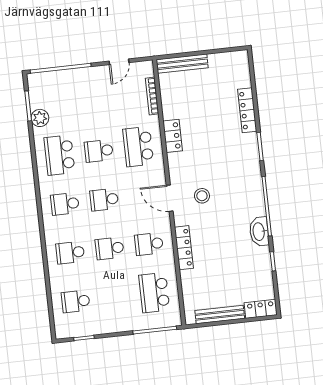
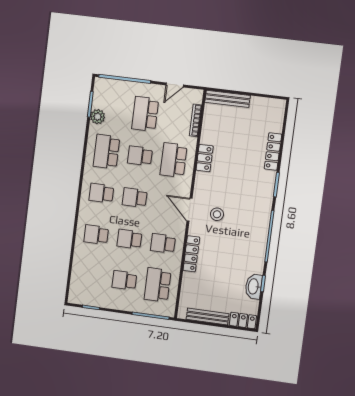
school desk: (93, 102) -> (145, 114), added
washbasin: (259, 232) -> (254, 286), moved
school desk: (76, 301) -> (124, 280), moved

